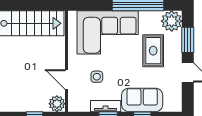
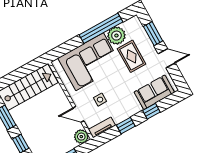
plant: (172, 21) -> (116, 36), moved
sofa: (142, 100) -> (154, 92), moved
tv unit: (106, 106) -> (102, 127), moved

